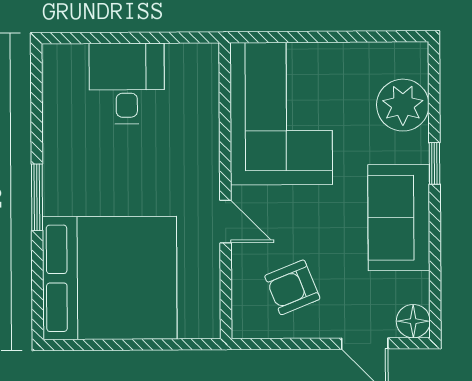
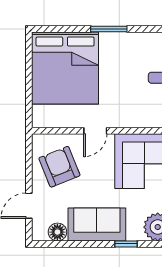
armchair: (292, 287) -> (59, 167), width x1.38, depth x1.38
floor lamp: (413, 321) -> (57, 232), moved

